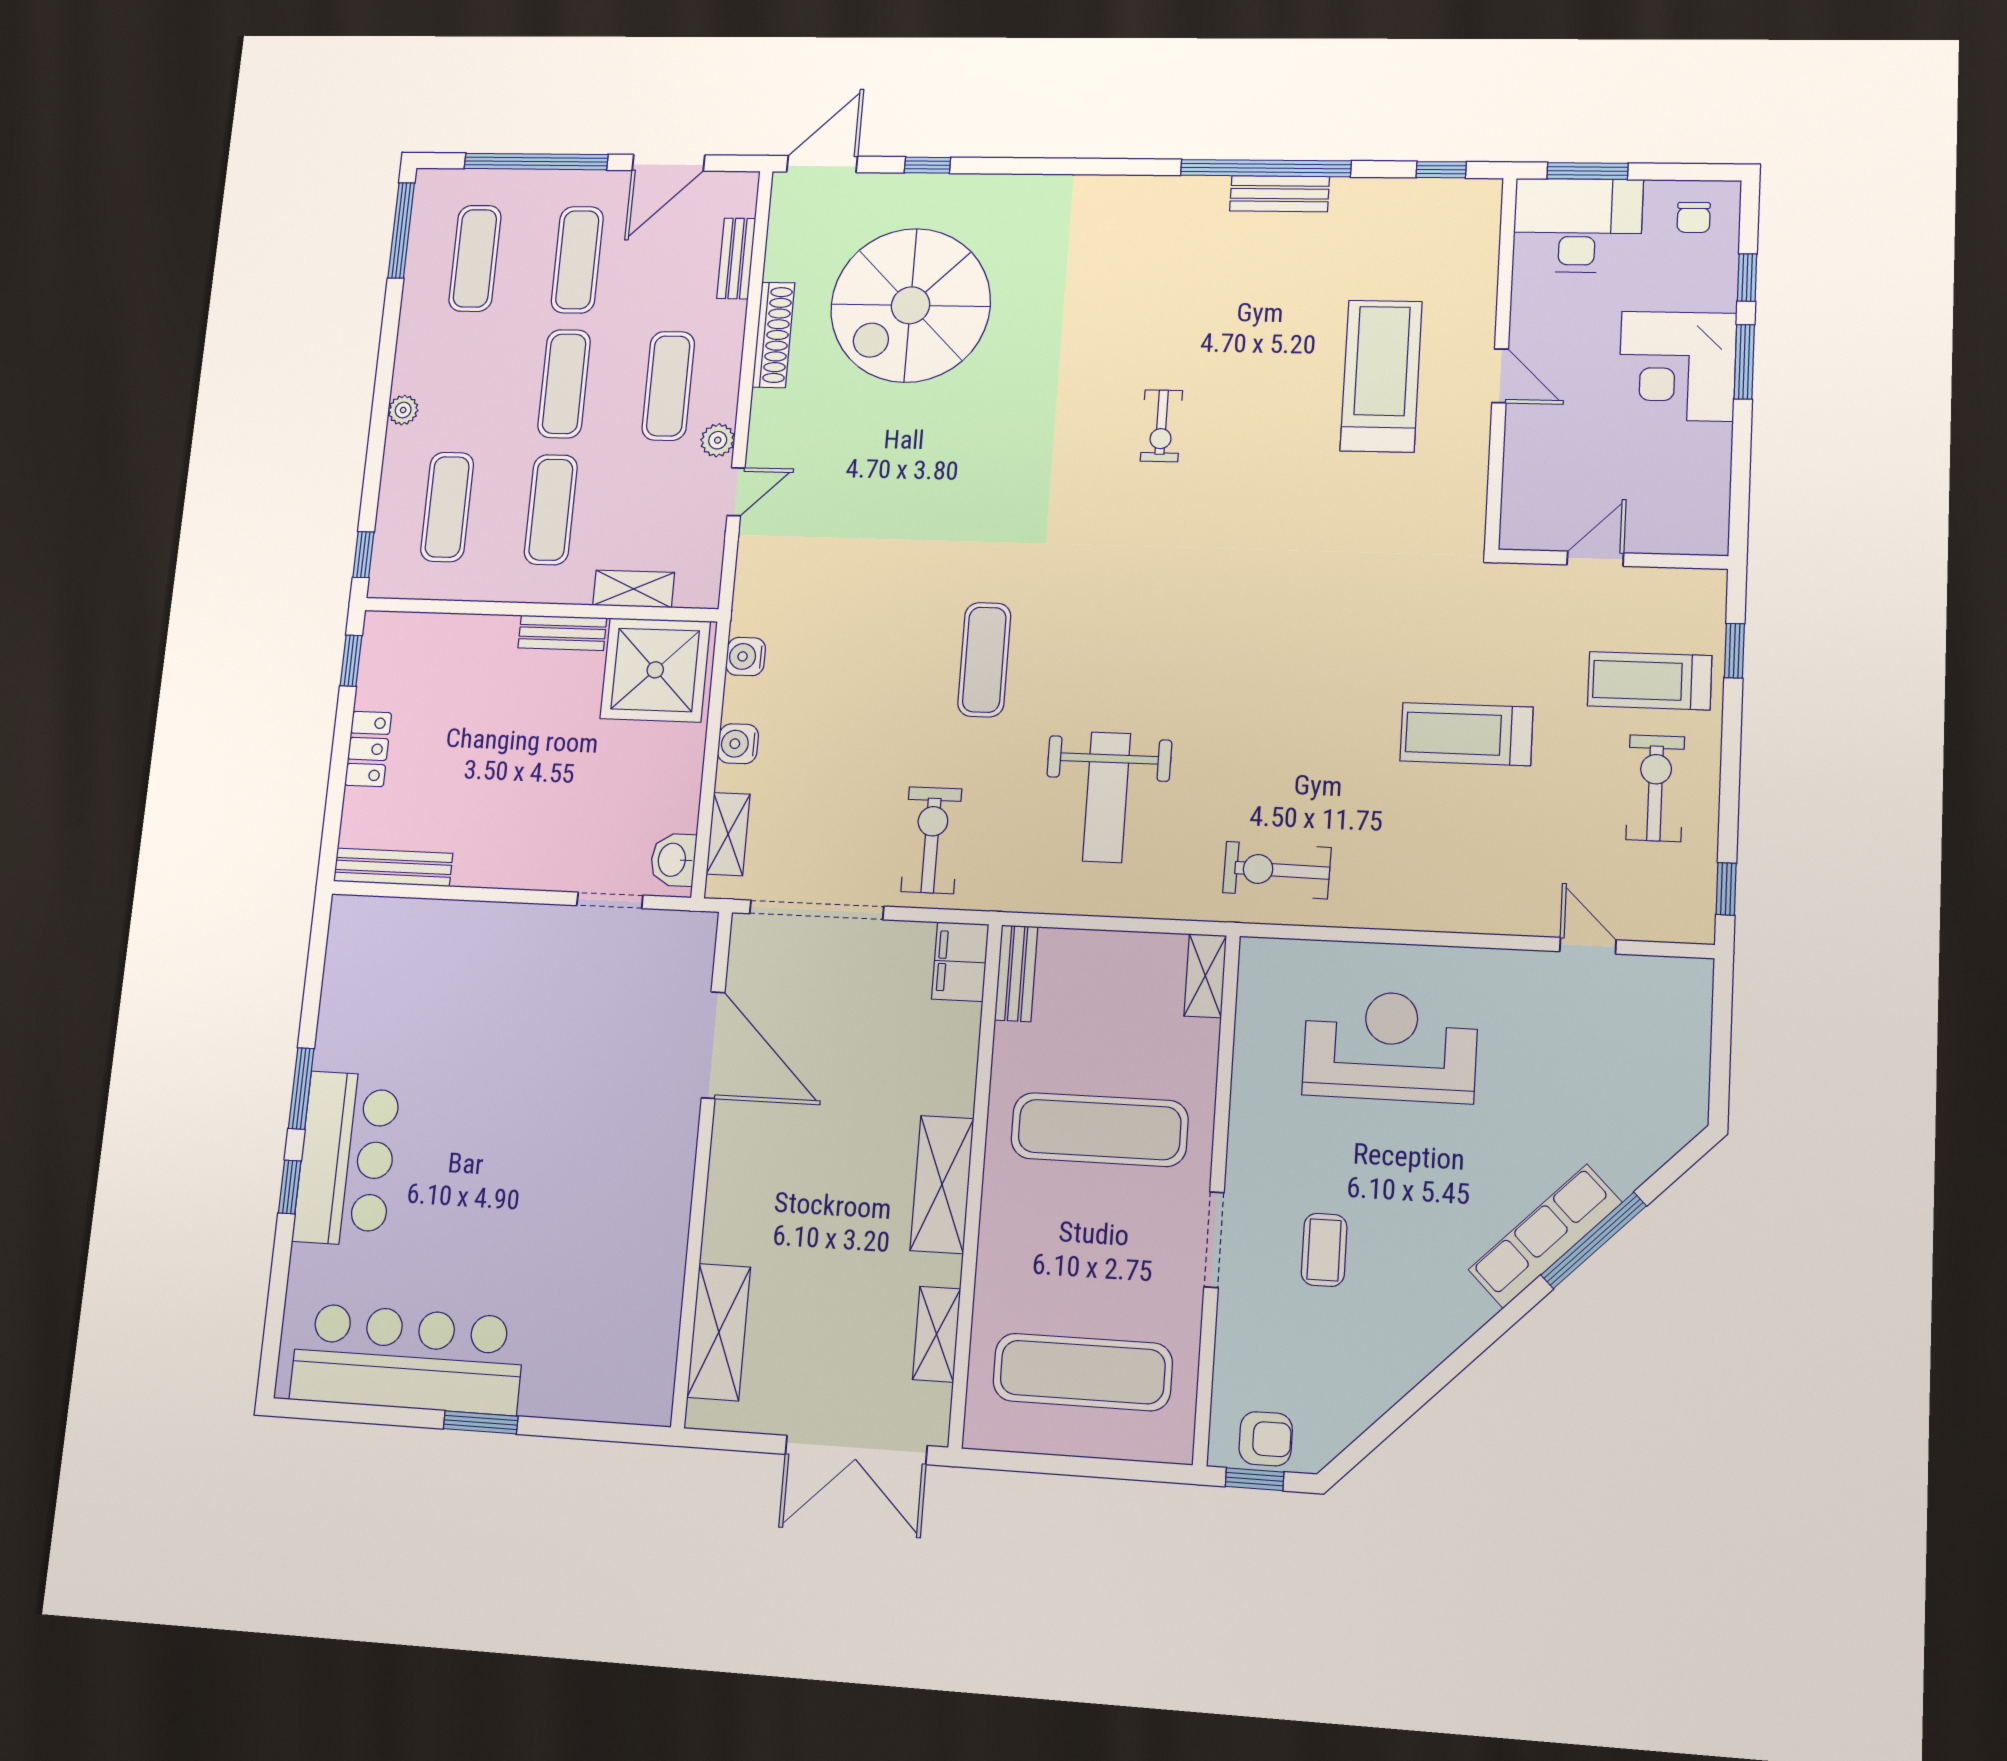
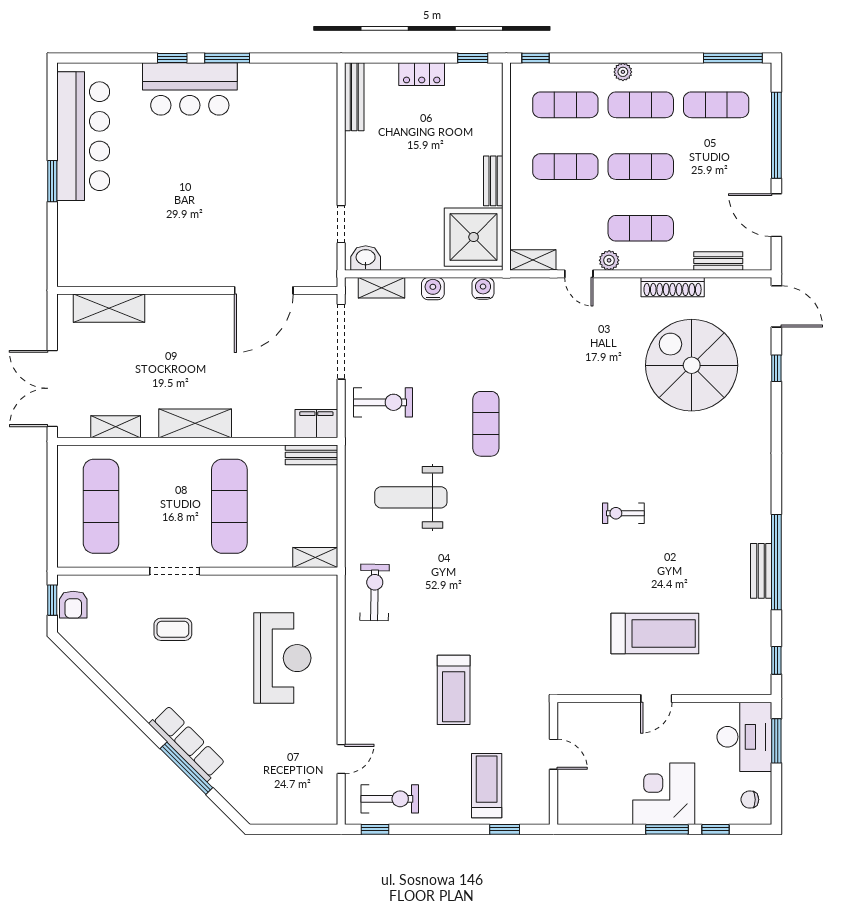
exercise mat: (577, 260) -> (641, 105), moved
shelving: (634, 589) -> (533, 260), moved, turned 90
exercise mat: (984, 660) -> (486, 424), turned 90
treadmill: (1466, 734) -> (454, 690), turned 180
exercise bike: (1655, 788) -> (390, 799), moved

